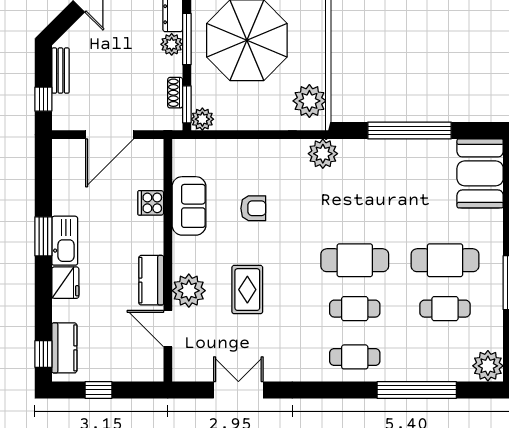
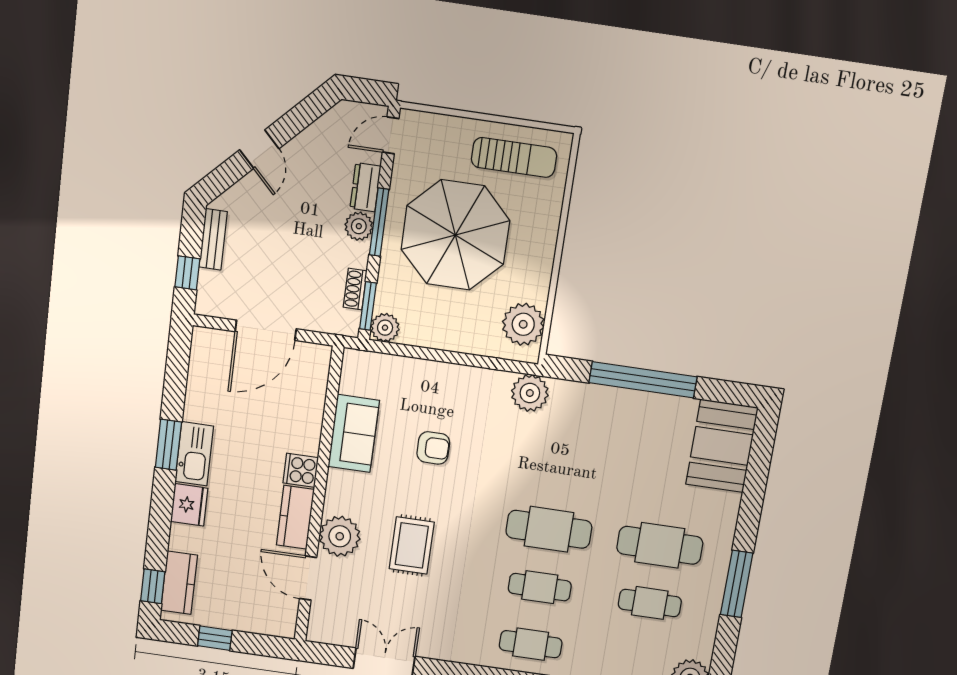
cooker: (151, 203) -> (301, 470), moved

